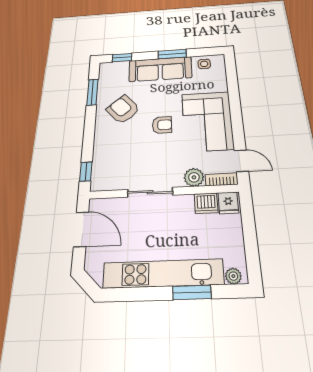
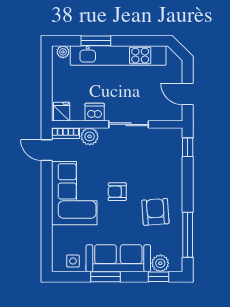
plant: (120, 68) -> (160, 263), added
window: (92, 92) -> (188, 235), width x1.44
armchair: (123, 109) -> (155, 212), turned -143
dishwasher: (206, 203) -> (95, 112), moved
door: (81, 229) -> (188, 94), width x0.73

